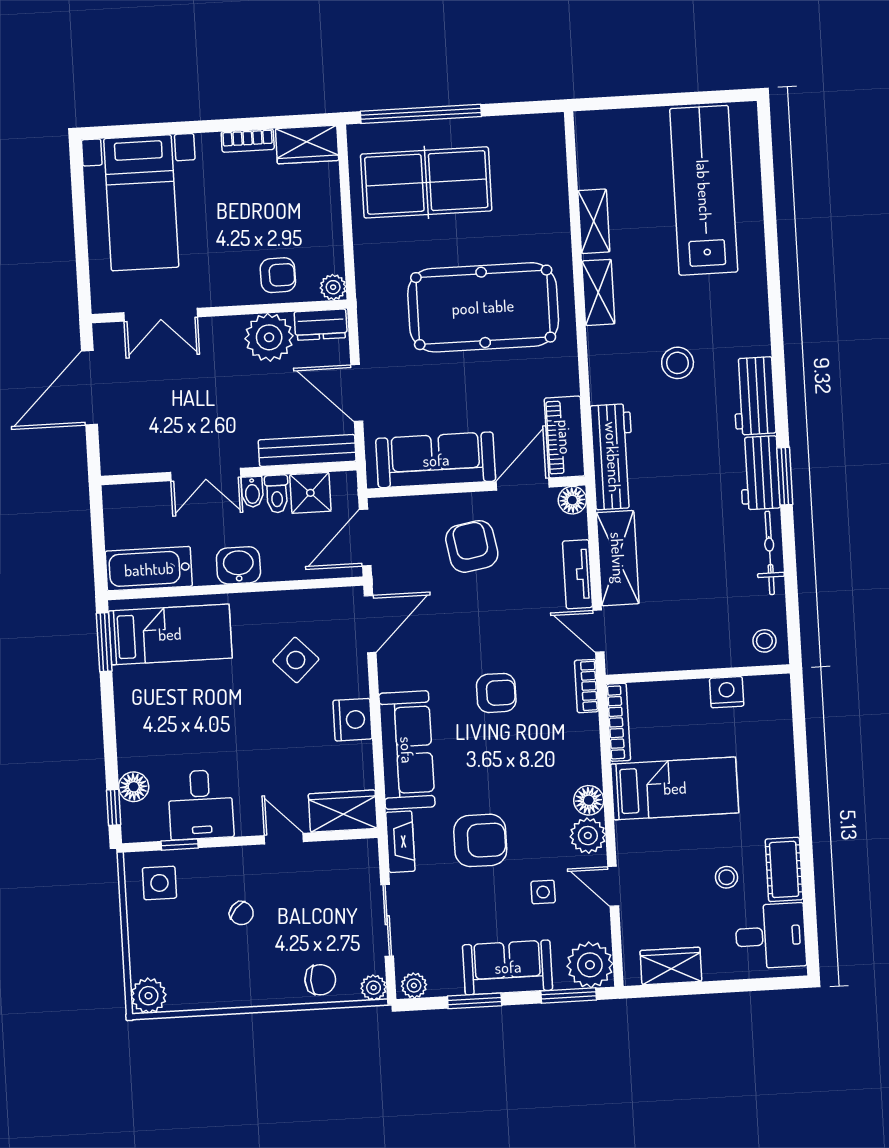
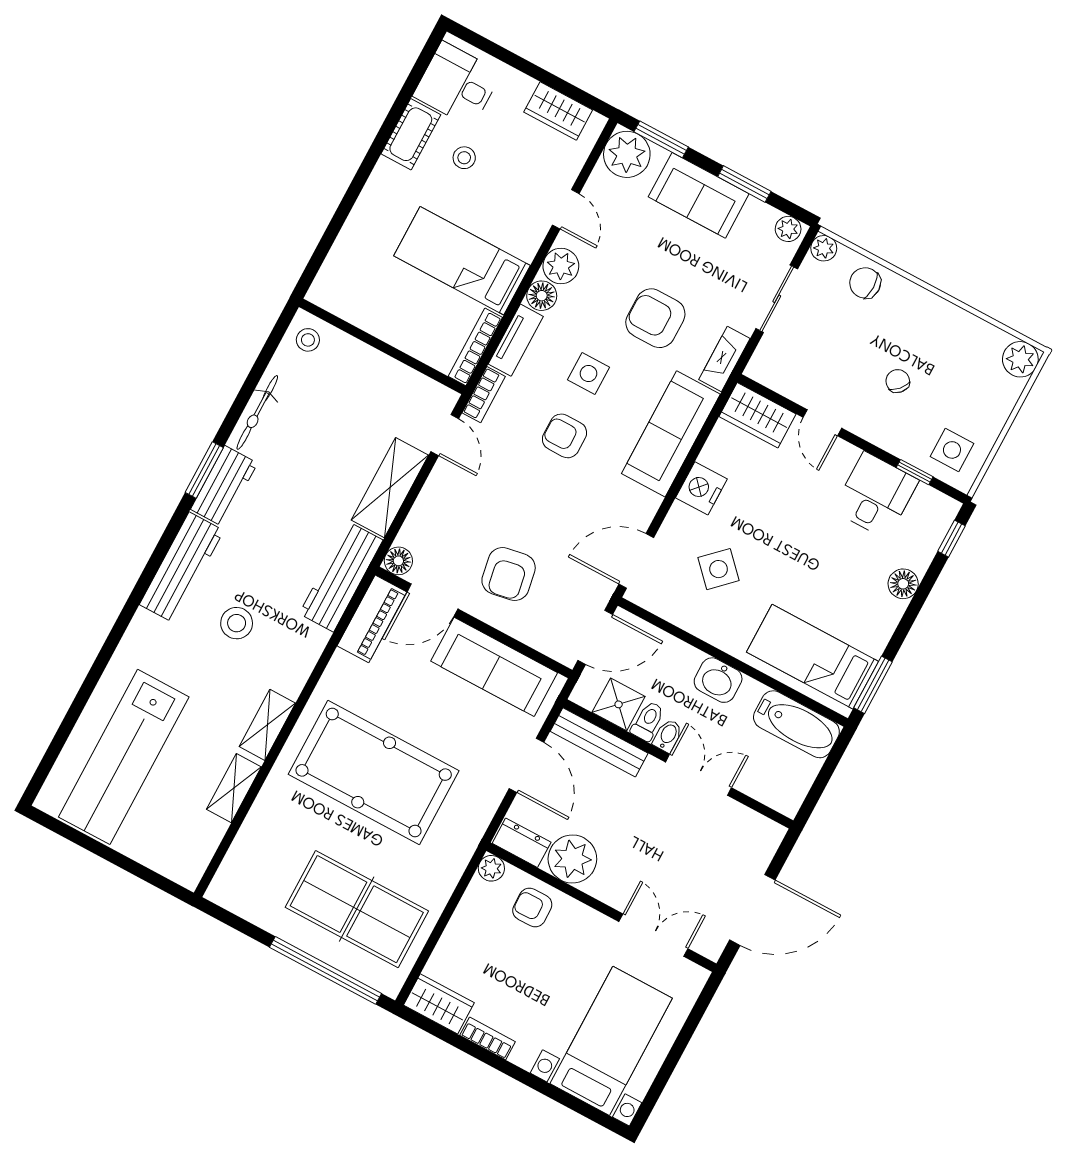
workbench: (754, 396) -> (182, 568), width x1.37
tv unit: (578, 574) -> (516, 340), moved
nightstand: (727, 692) -> (367, 316), removed
floor lamp: (134, 787) -> (903, 584), moved
side table: (543, 892) -> (589, 374), moved, width x1.37, depth x1.37

